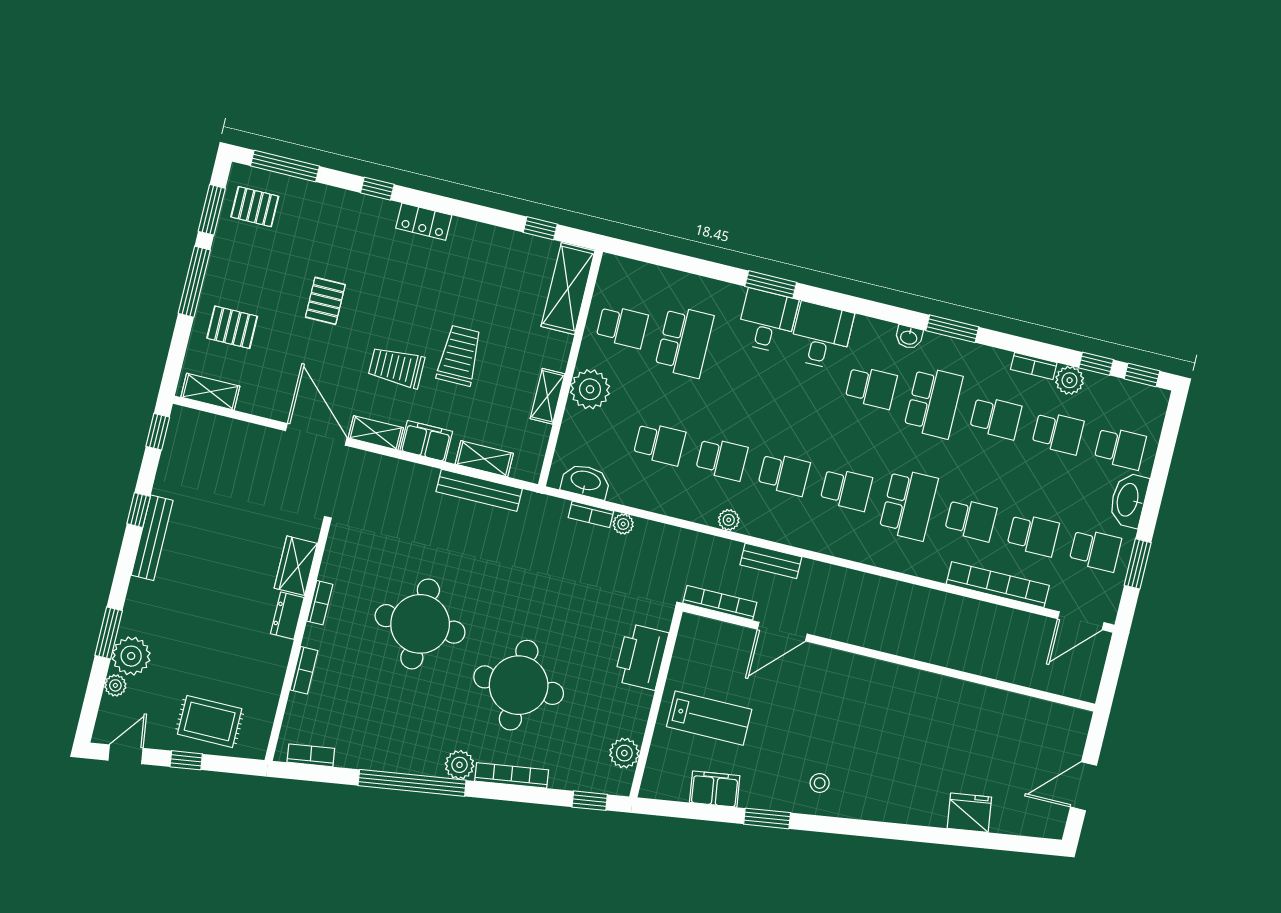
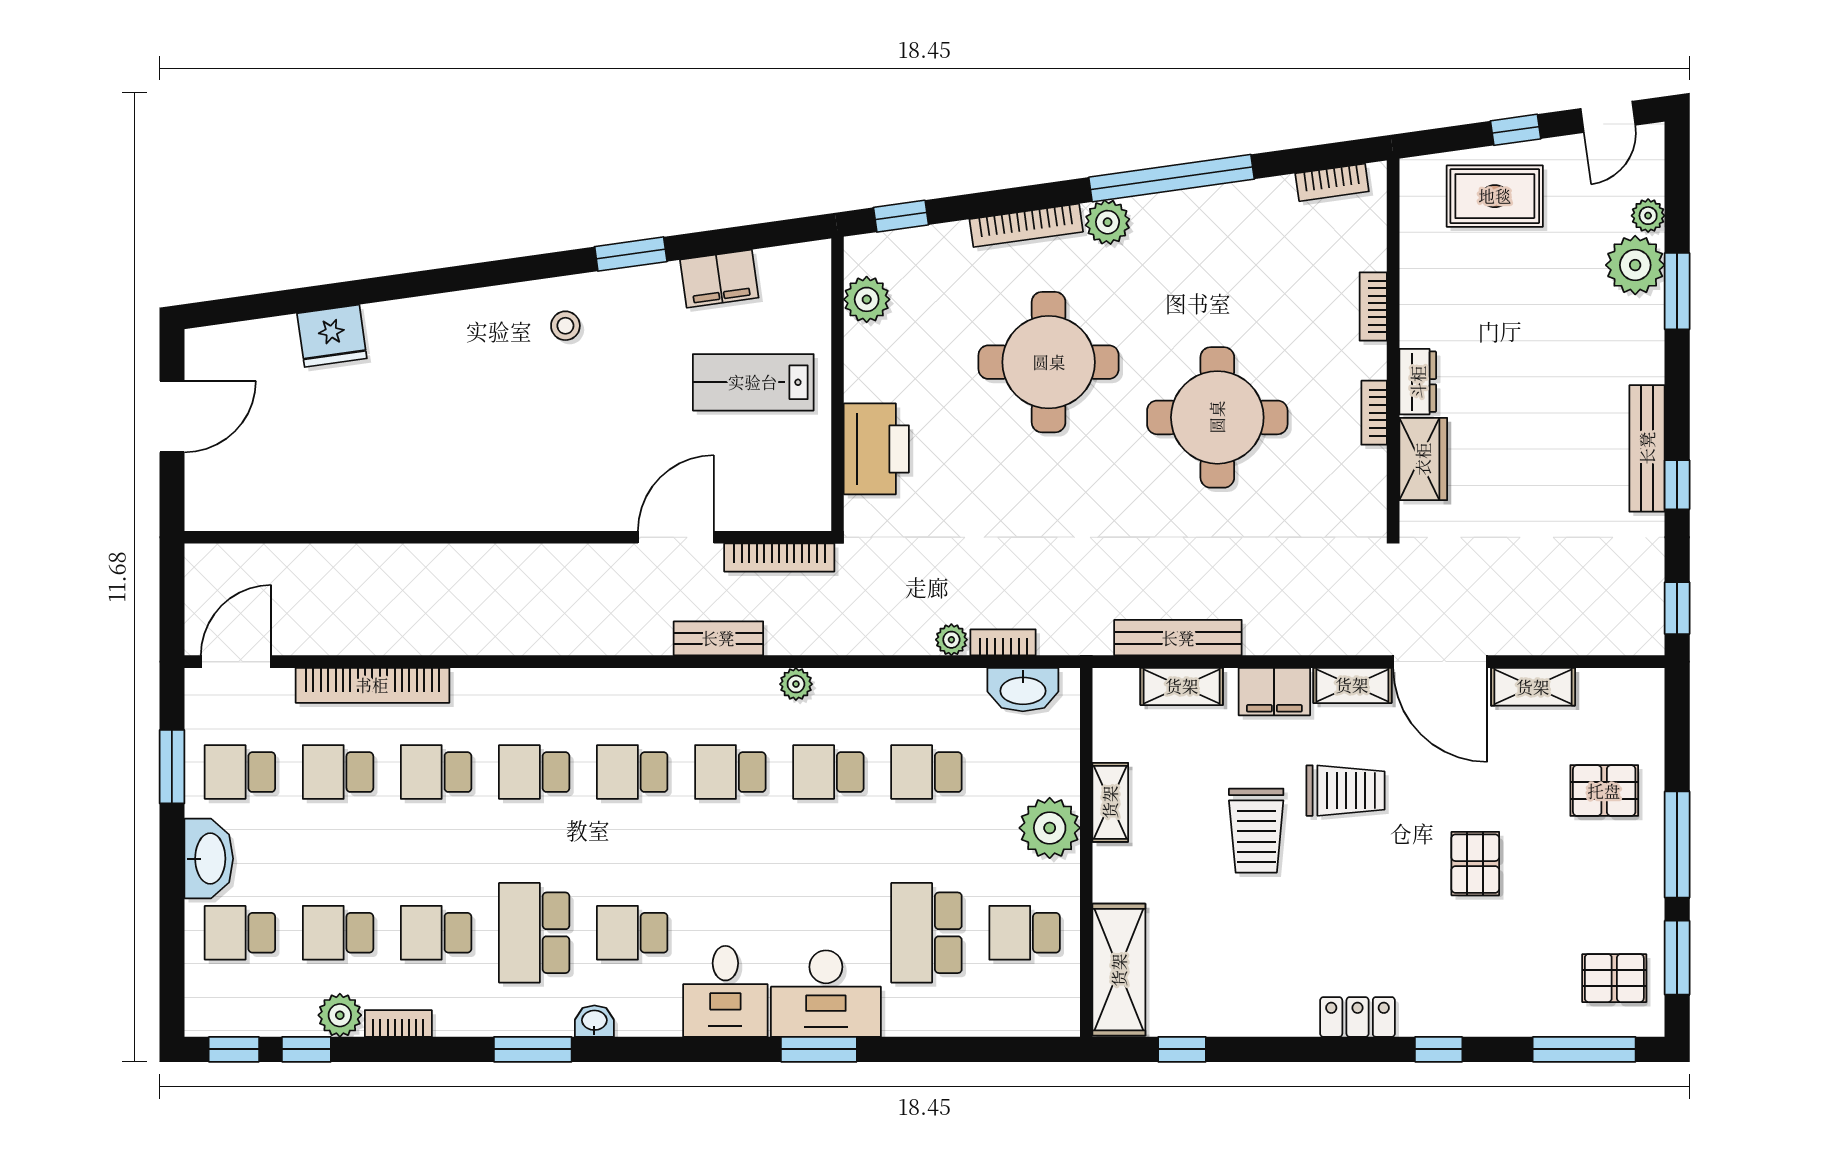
desk: (767, 321) -> (826, 994), width x1.37
shelving: (210, 392) -> (1533, 687), moved
school desk: (909, 505) -> (534, 772), width x0.54

